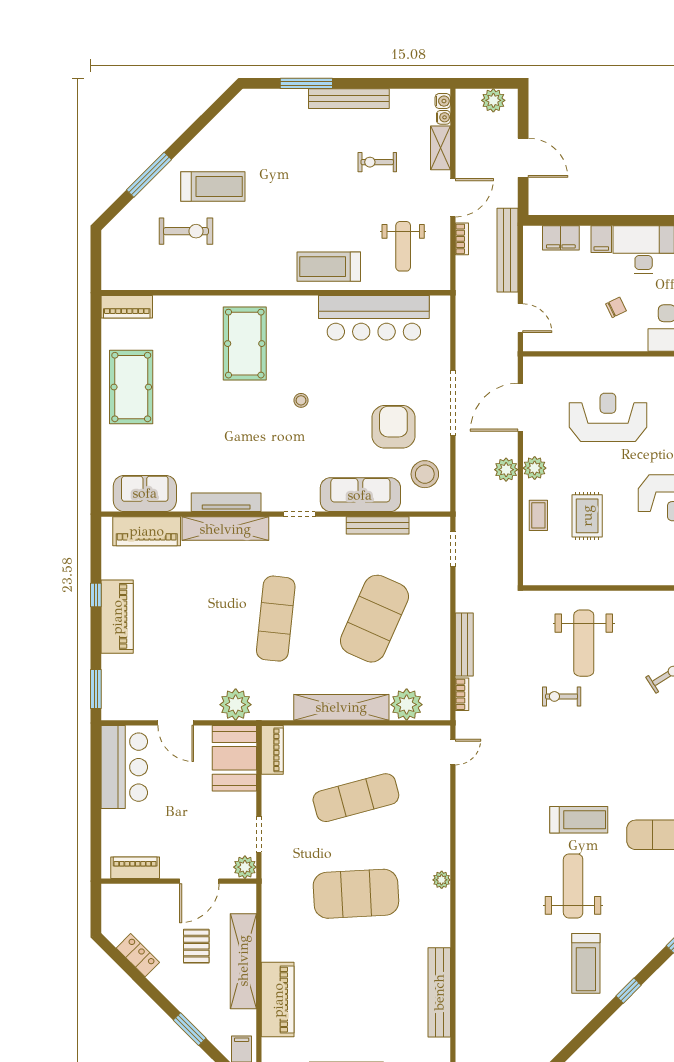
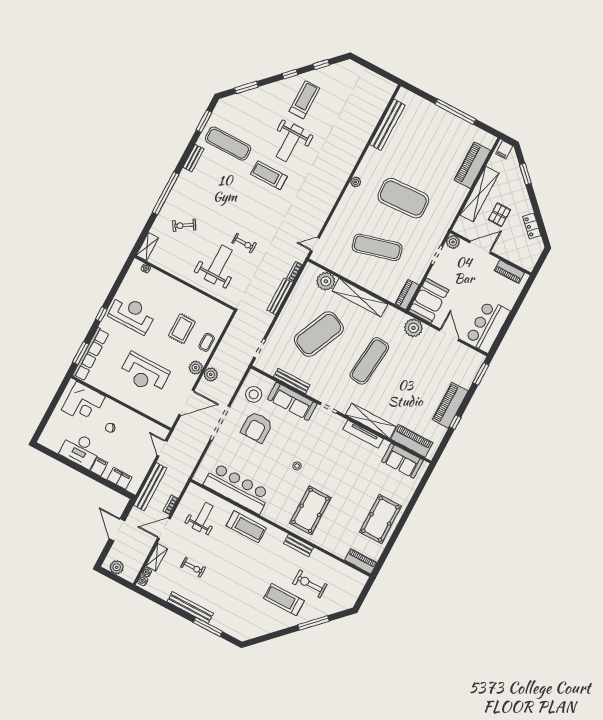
bench: (234, 281) -> (299, 545), added
window: (589, 1030) -> (321, 65), added

